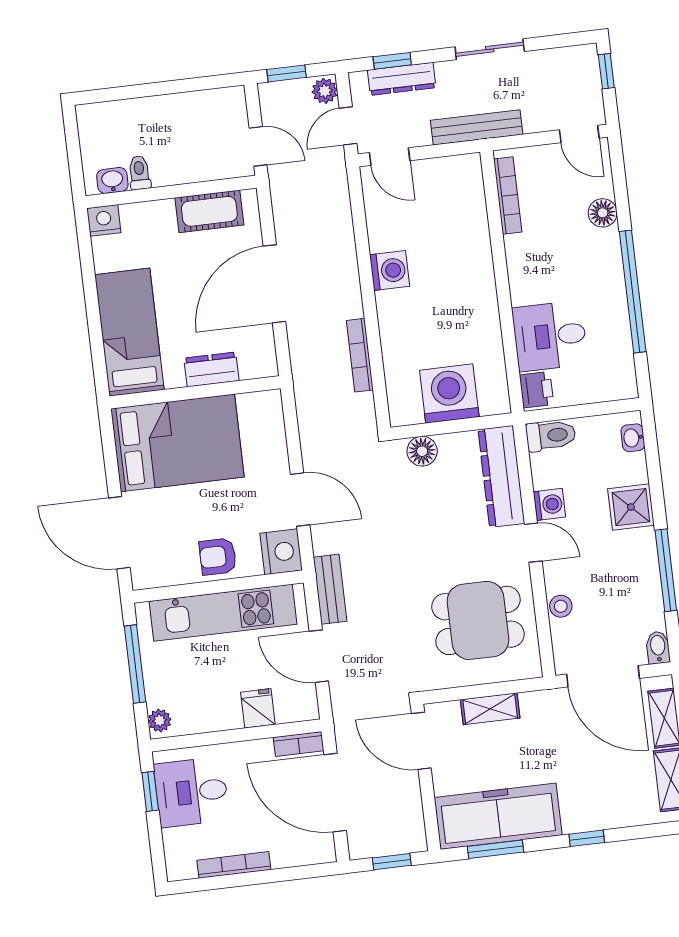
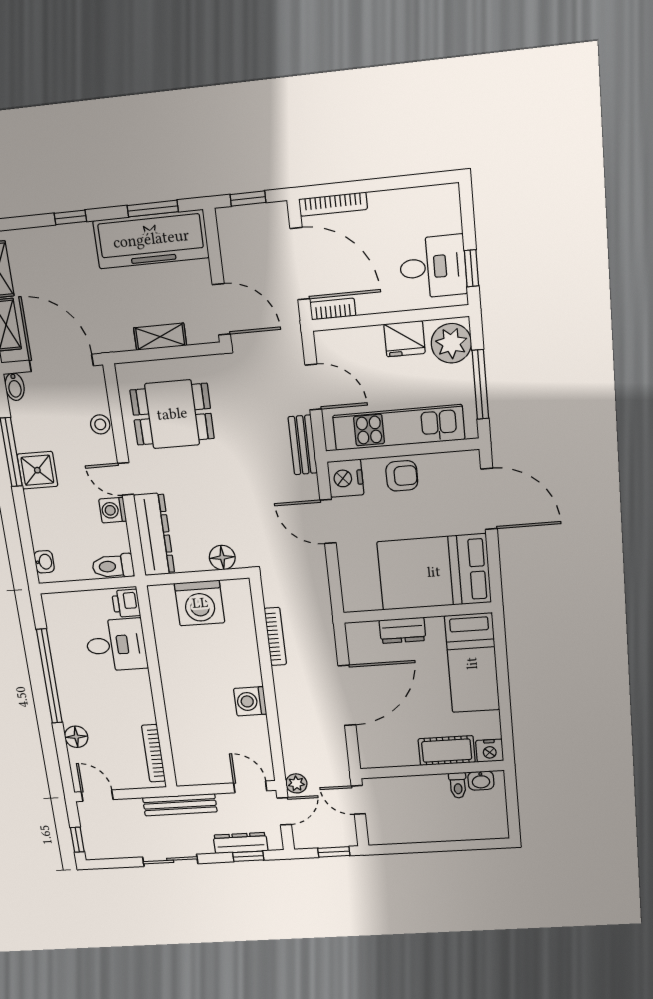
plant: (325, 91) -> (296, 783), moved
cot: (209, 211) -> (447, 751), moved
shower: (631, 507) -> (37, 470), moved
fridge: (258, 708) -> (405, 339), moved, width x1.38
plant: (160, 721) -> (451, 343), width x1.88, depth x1.88
bookcase: (234, 865) -> (333, 204), moved

